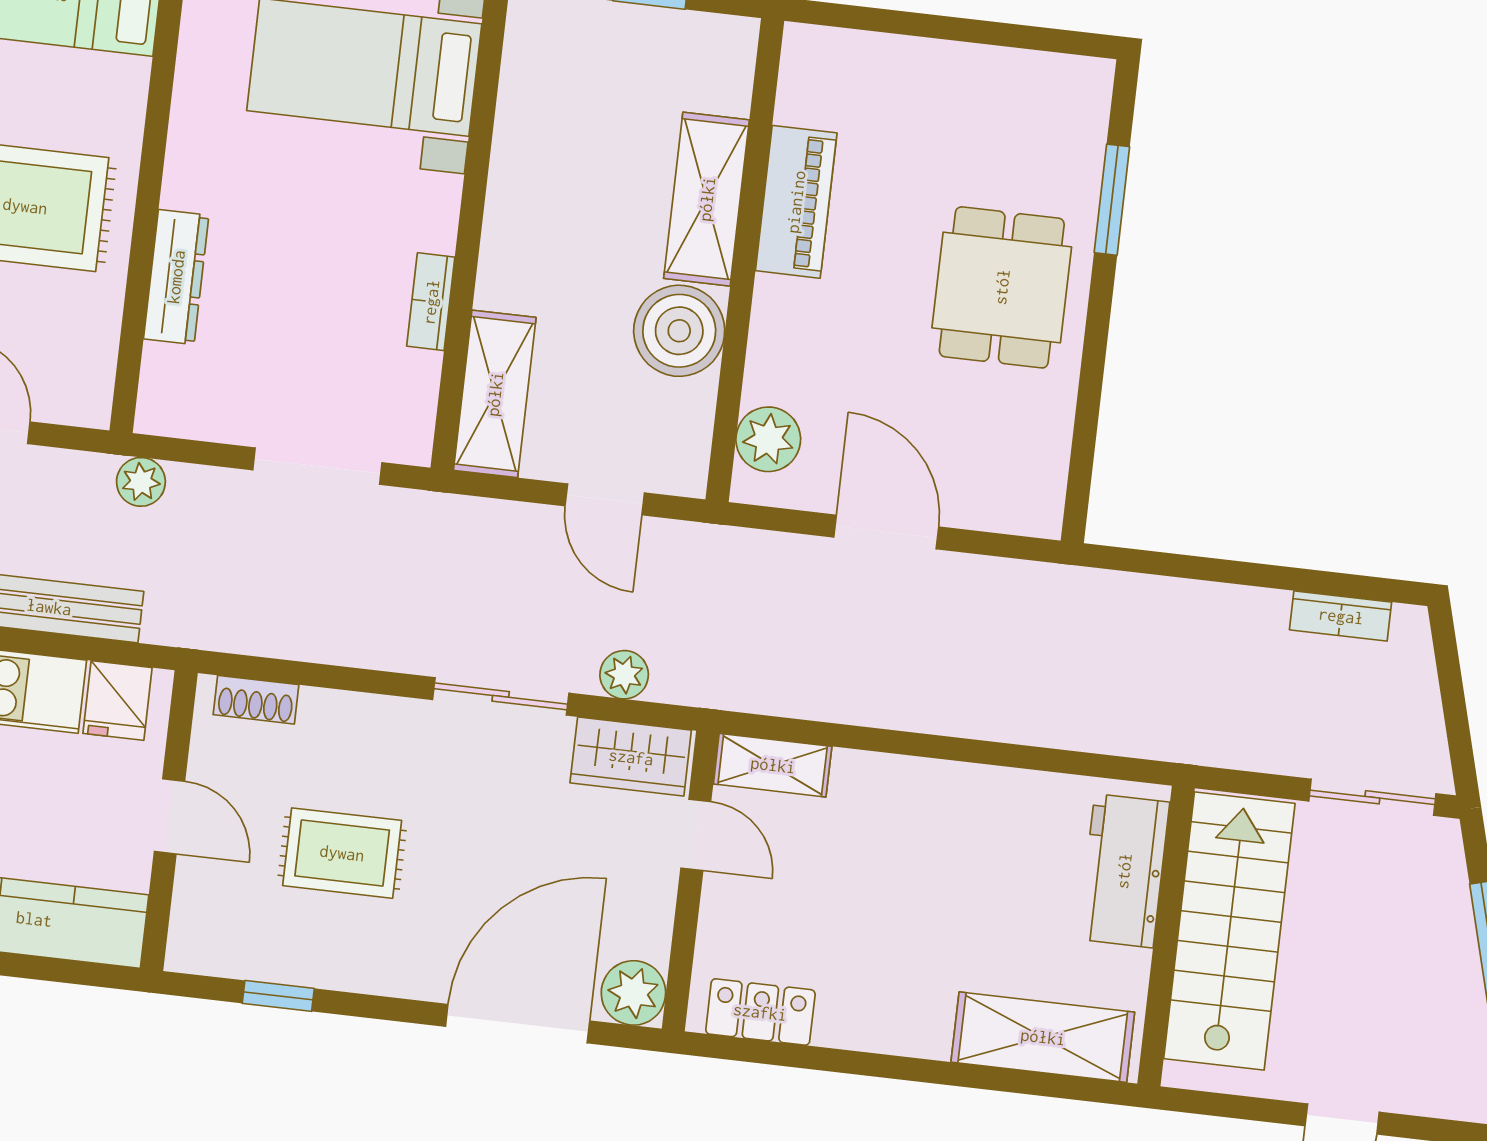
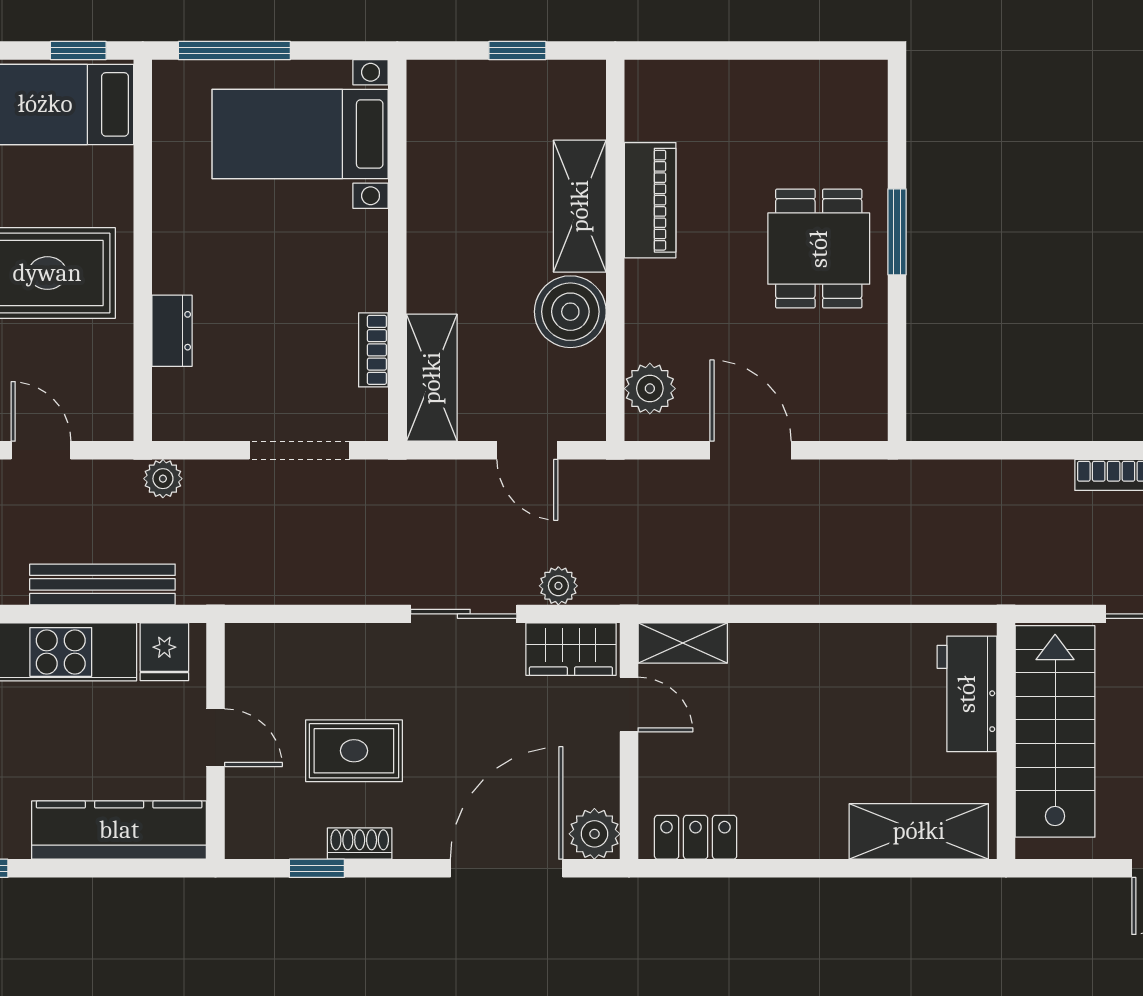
window: (1112, 200) -> (897, 232), moved
dresser: (176, 277) -> (172, 331), width x0.70
bookcase: (431, 302) -> (373, 350), moved
shoe rack: (256, 700) -> (360, 844), moved, turned 180

